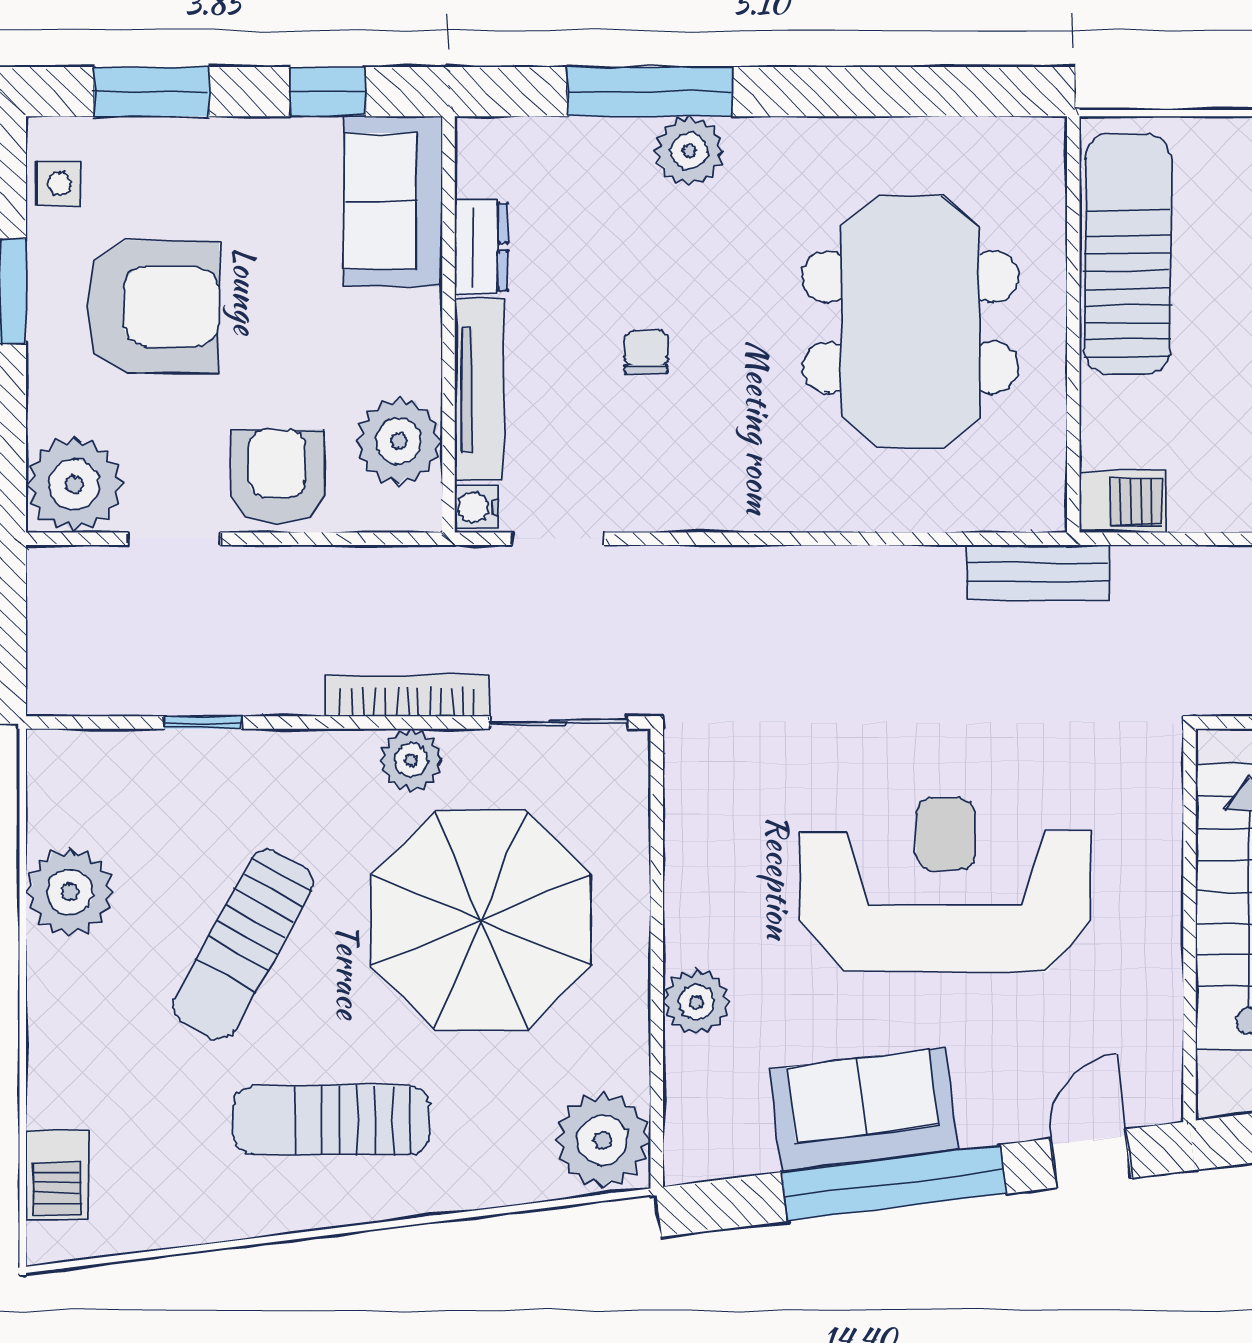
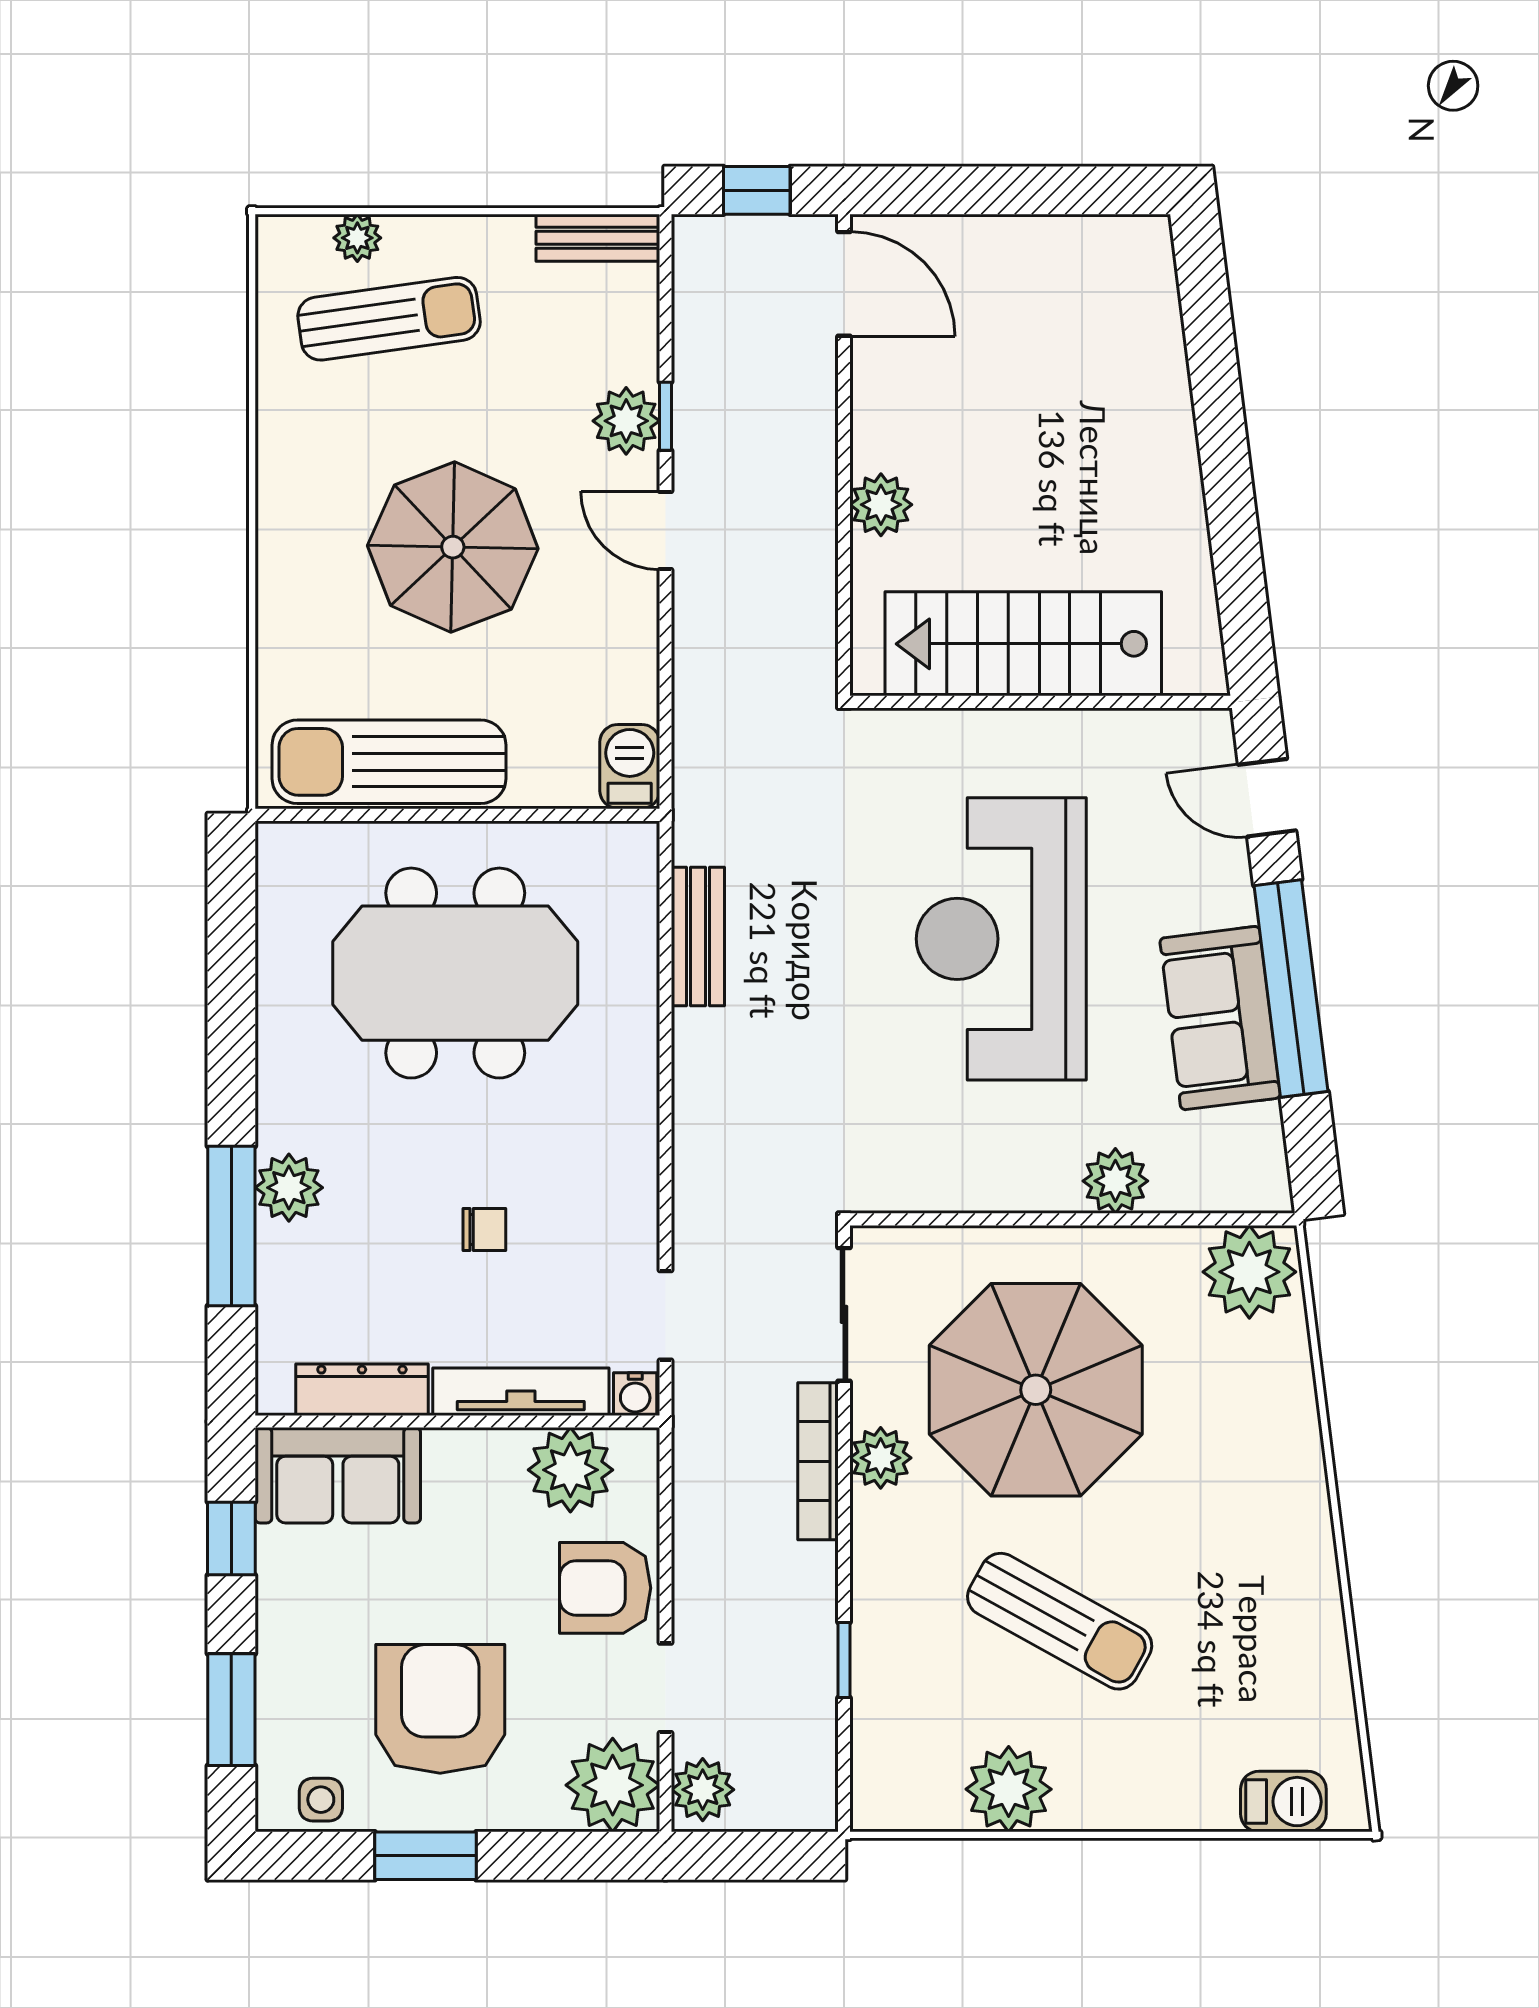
dresser: (481, 247) -> (362, 1390), width x1.44
chair: (646, 352) -> (484, 1230), turned 180
bench: (1037, 572) -> (698, 936), moved
plant: (69, 577) -> (703, 1790), added
sun lounger: (331, 1120) -> (1230, 1535), removed

